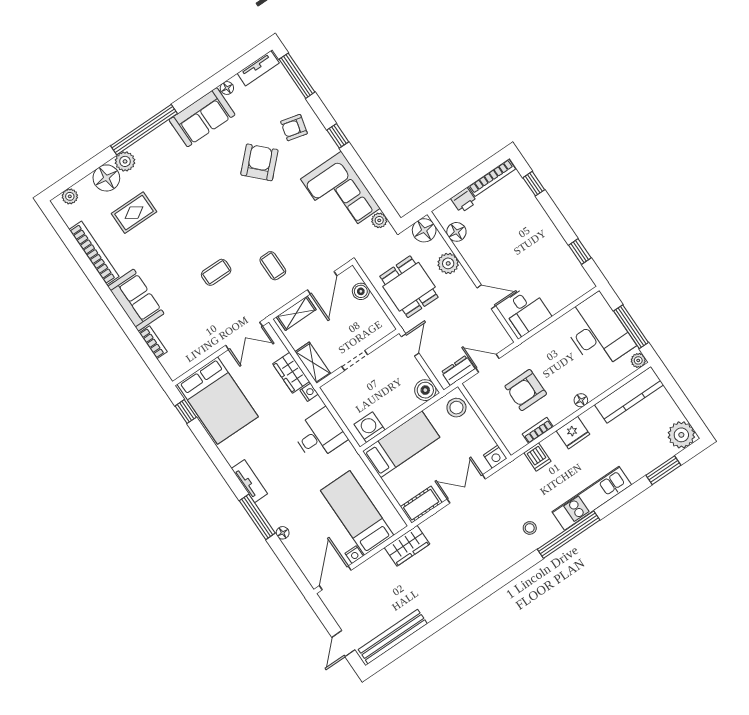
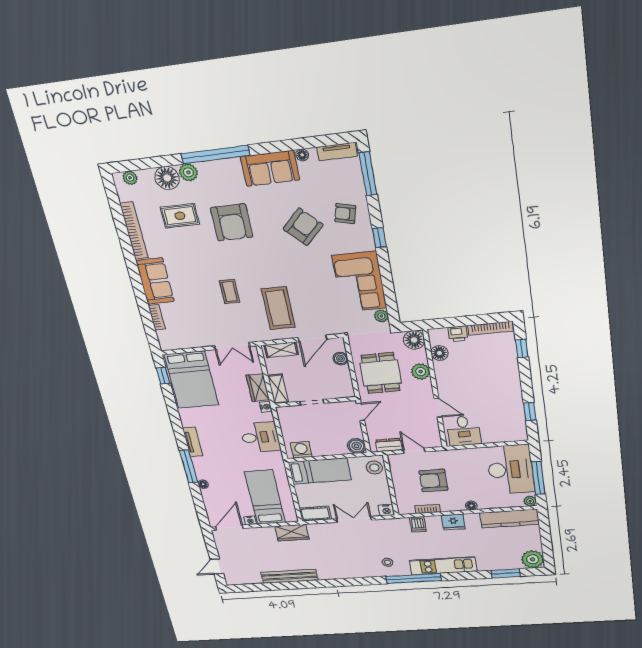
armchair: (188, 194) -> (232, 222), added
coffee table: (273, 266) -> (278, 308), width x1.86, depth x1.72
coffee table: (216, 272) -> (230, 291), turned 90
bench: (393, 637) -> (289, 576), moved

